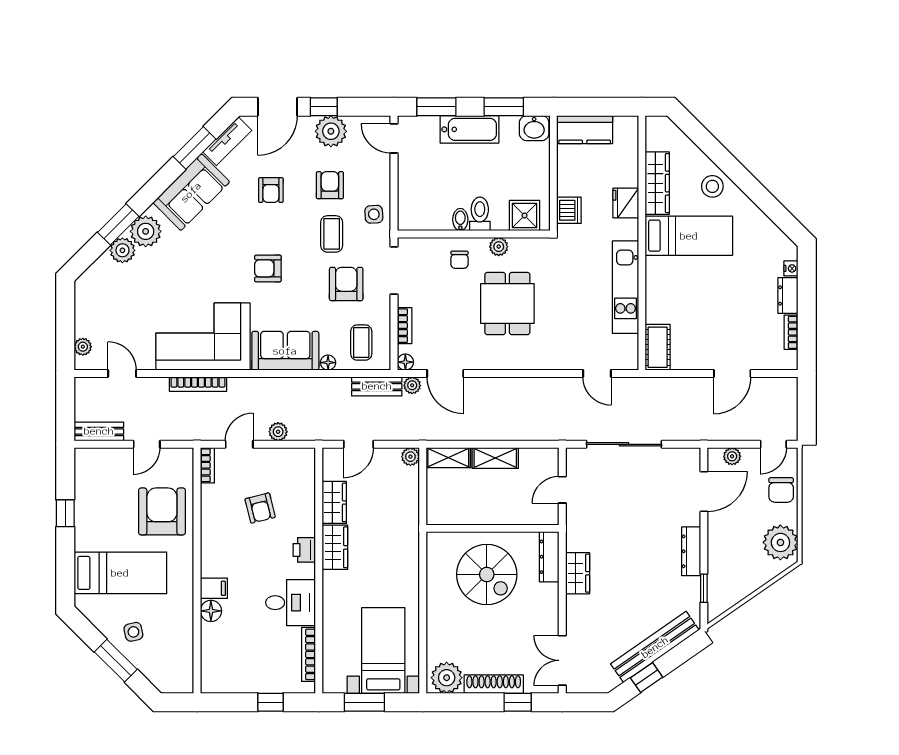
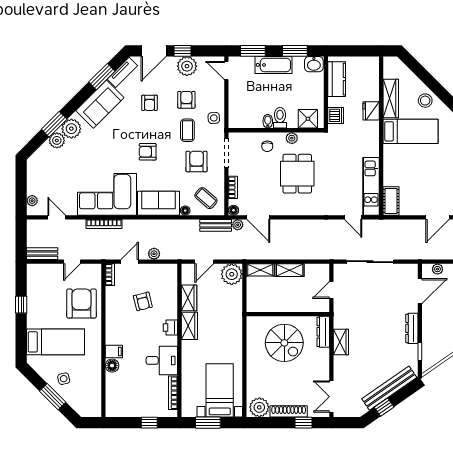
kitchen counter: (585, 130) -> (337, 79), moved, turned -90
kitchen unit: (626, 287) -> (371, 186), moved
coffee table: (361, 343) -> (206, 198), turned -49
plant: (410, 457) -> (232, 274), width x1.88, depth x1.88

